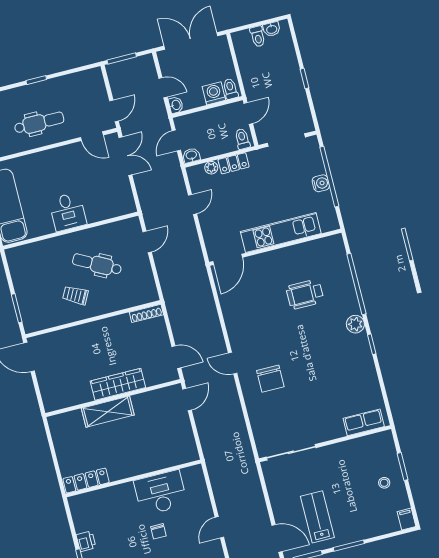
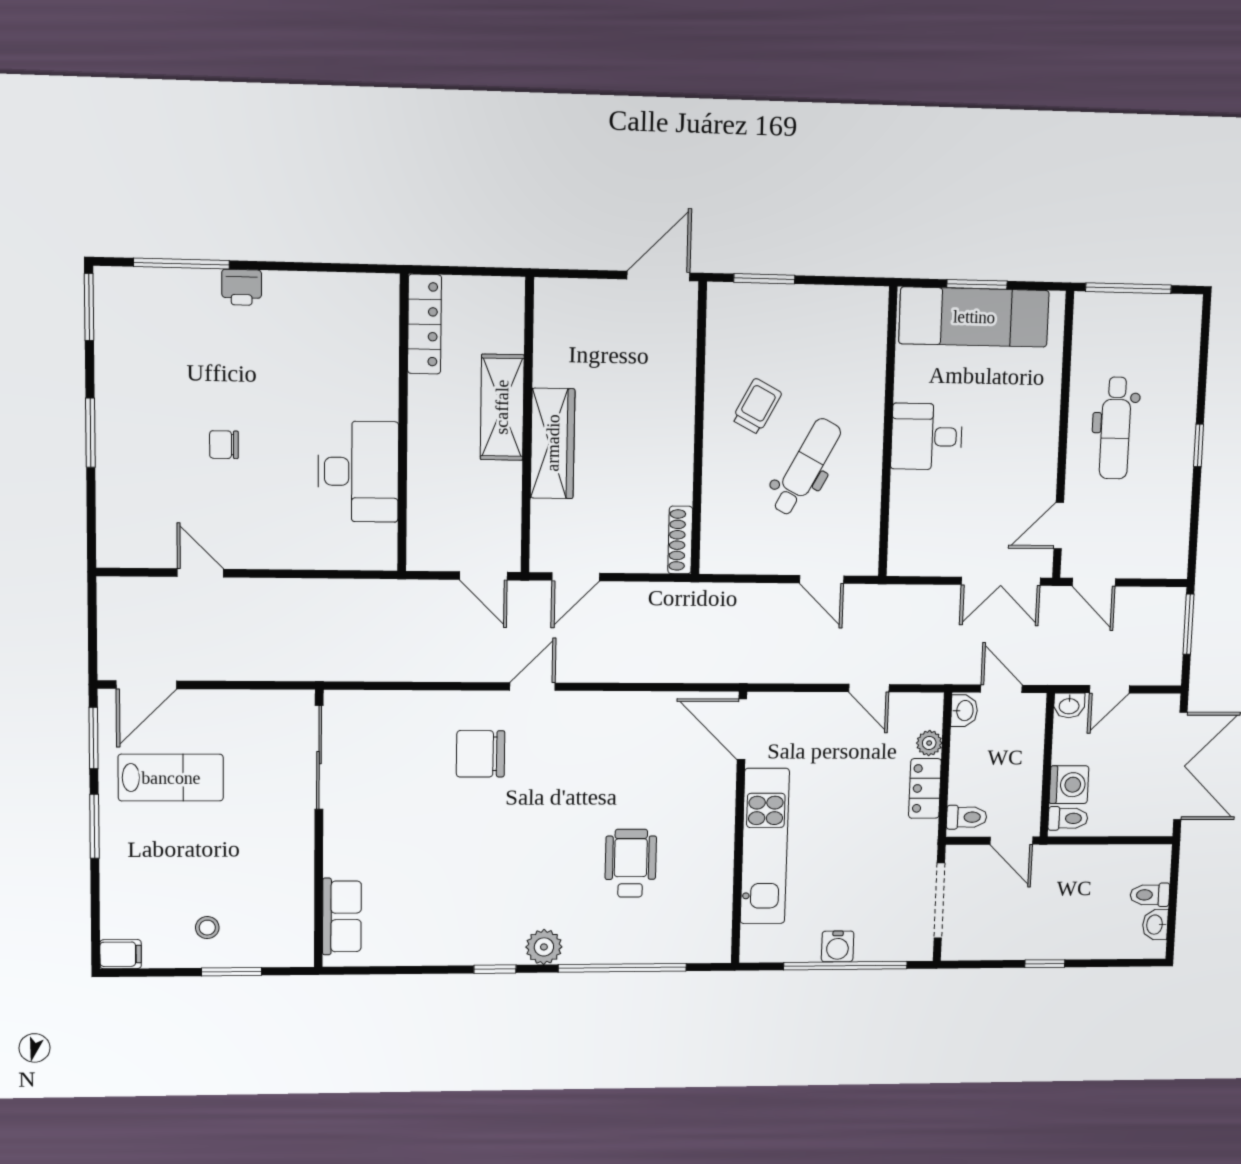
wall: (133, 478) -> (403, 424), moved
locker: (86, 481) -> (425, 324), moved
desk: (161, 493) -> (358, 472), moved

